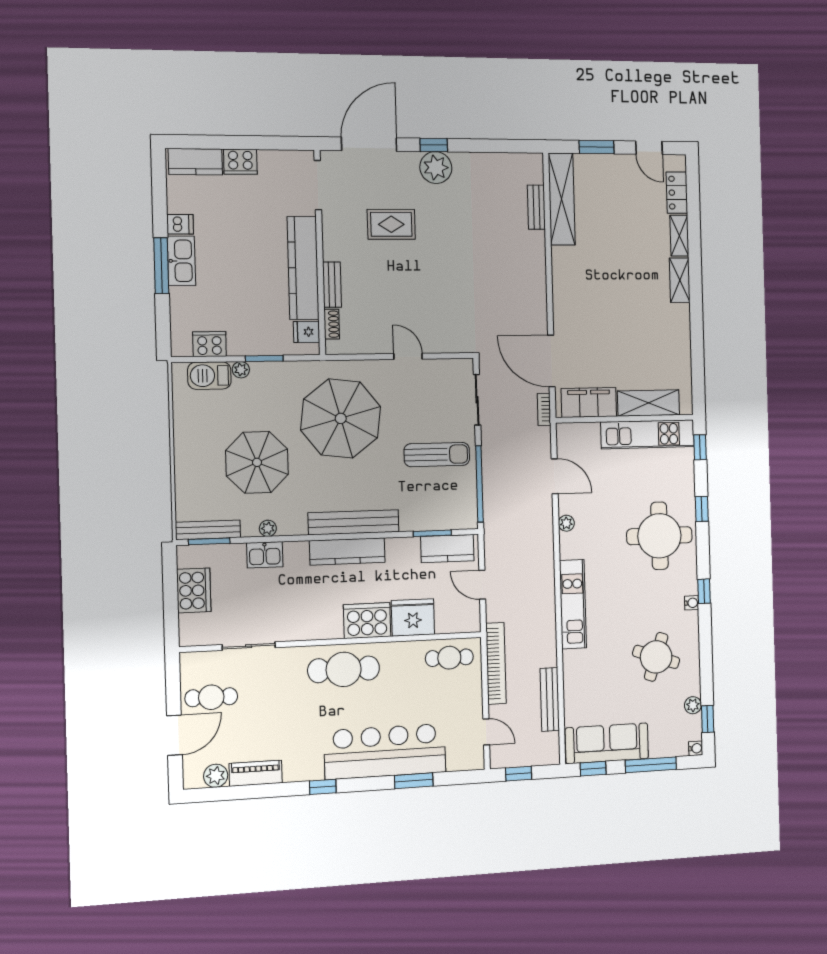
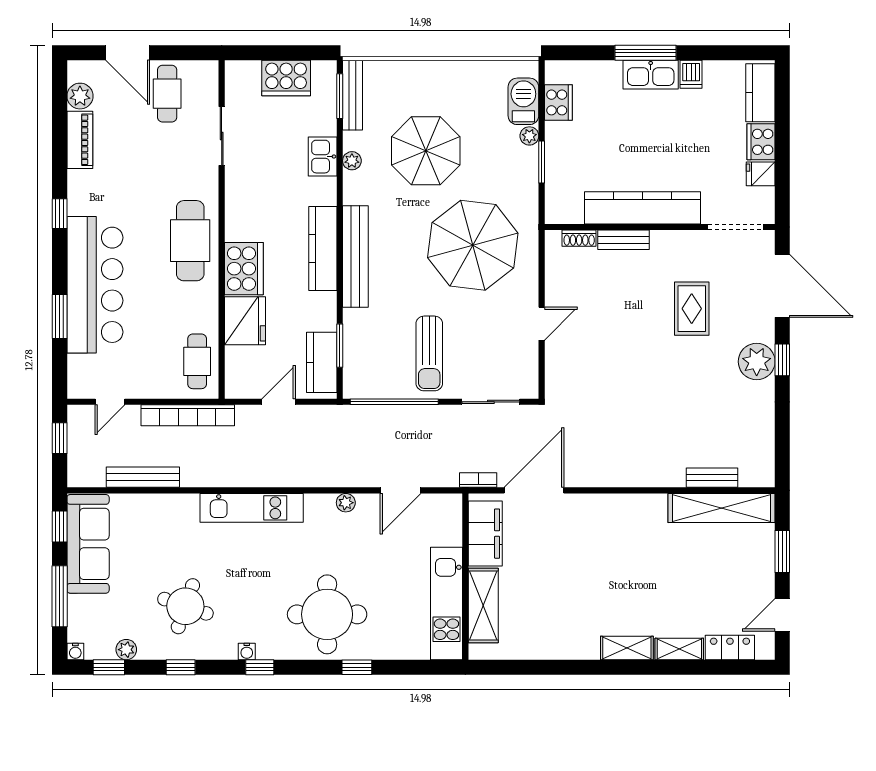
fridge: (307, 332) -> (761, 174), moved, turned -90
window: (700, 447) -> (181, 667), moved

